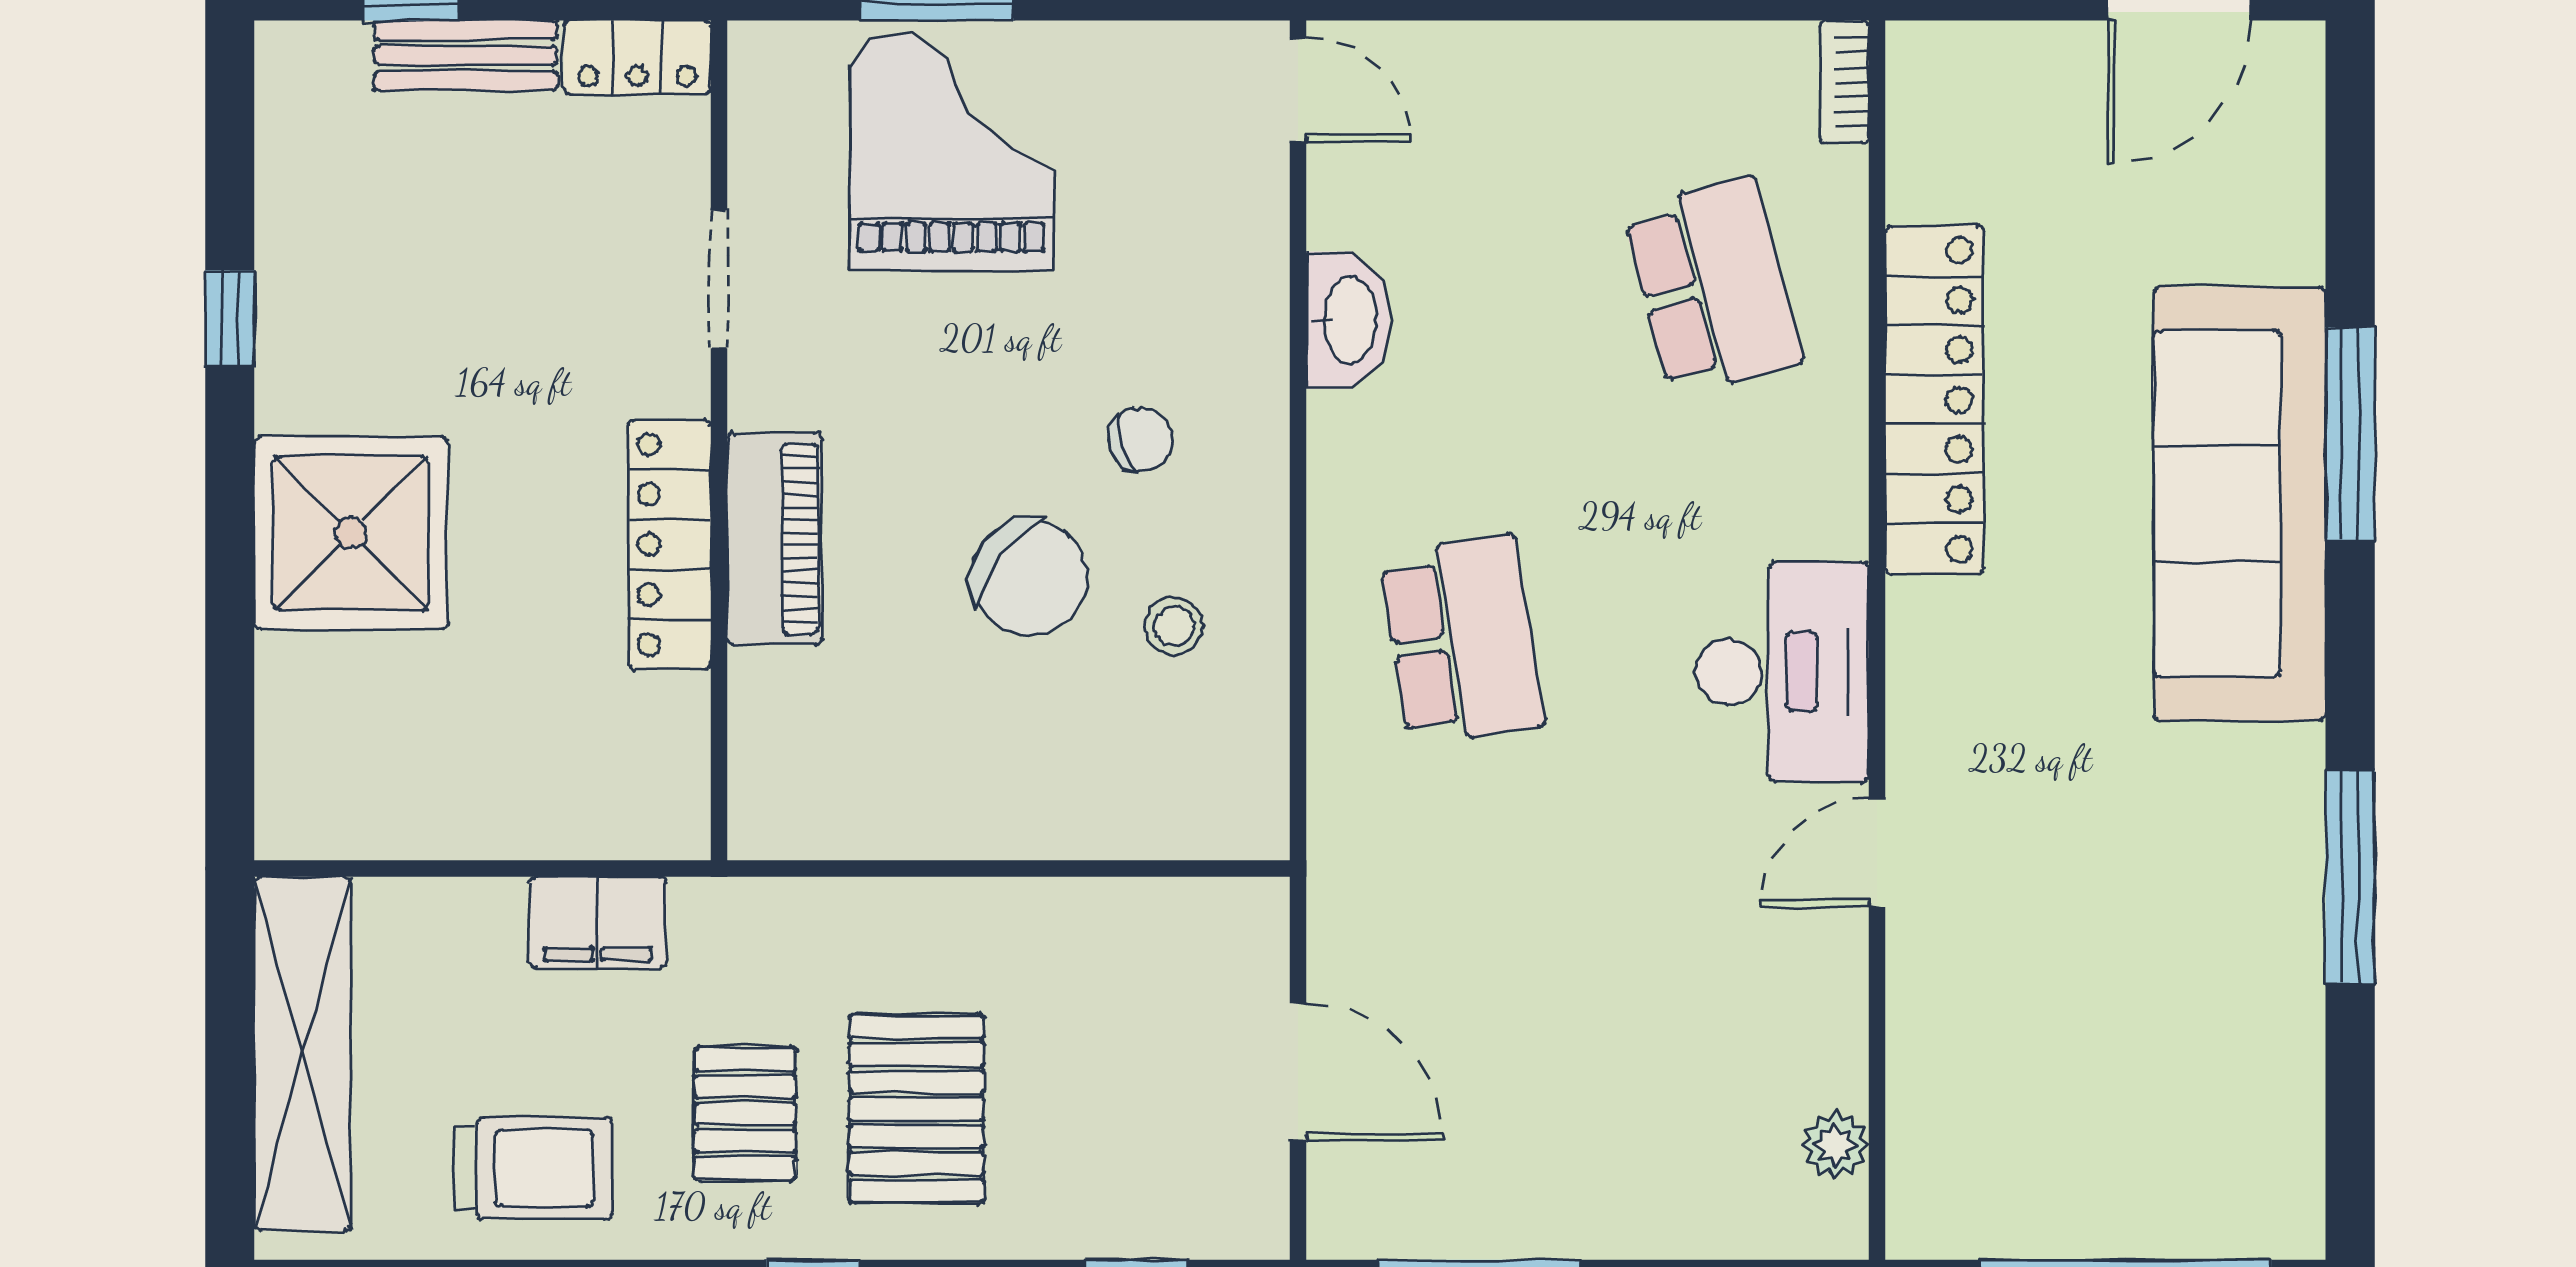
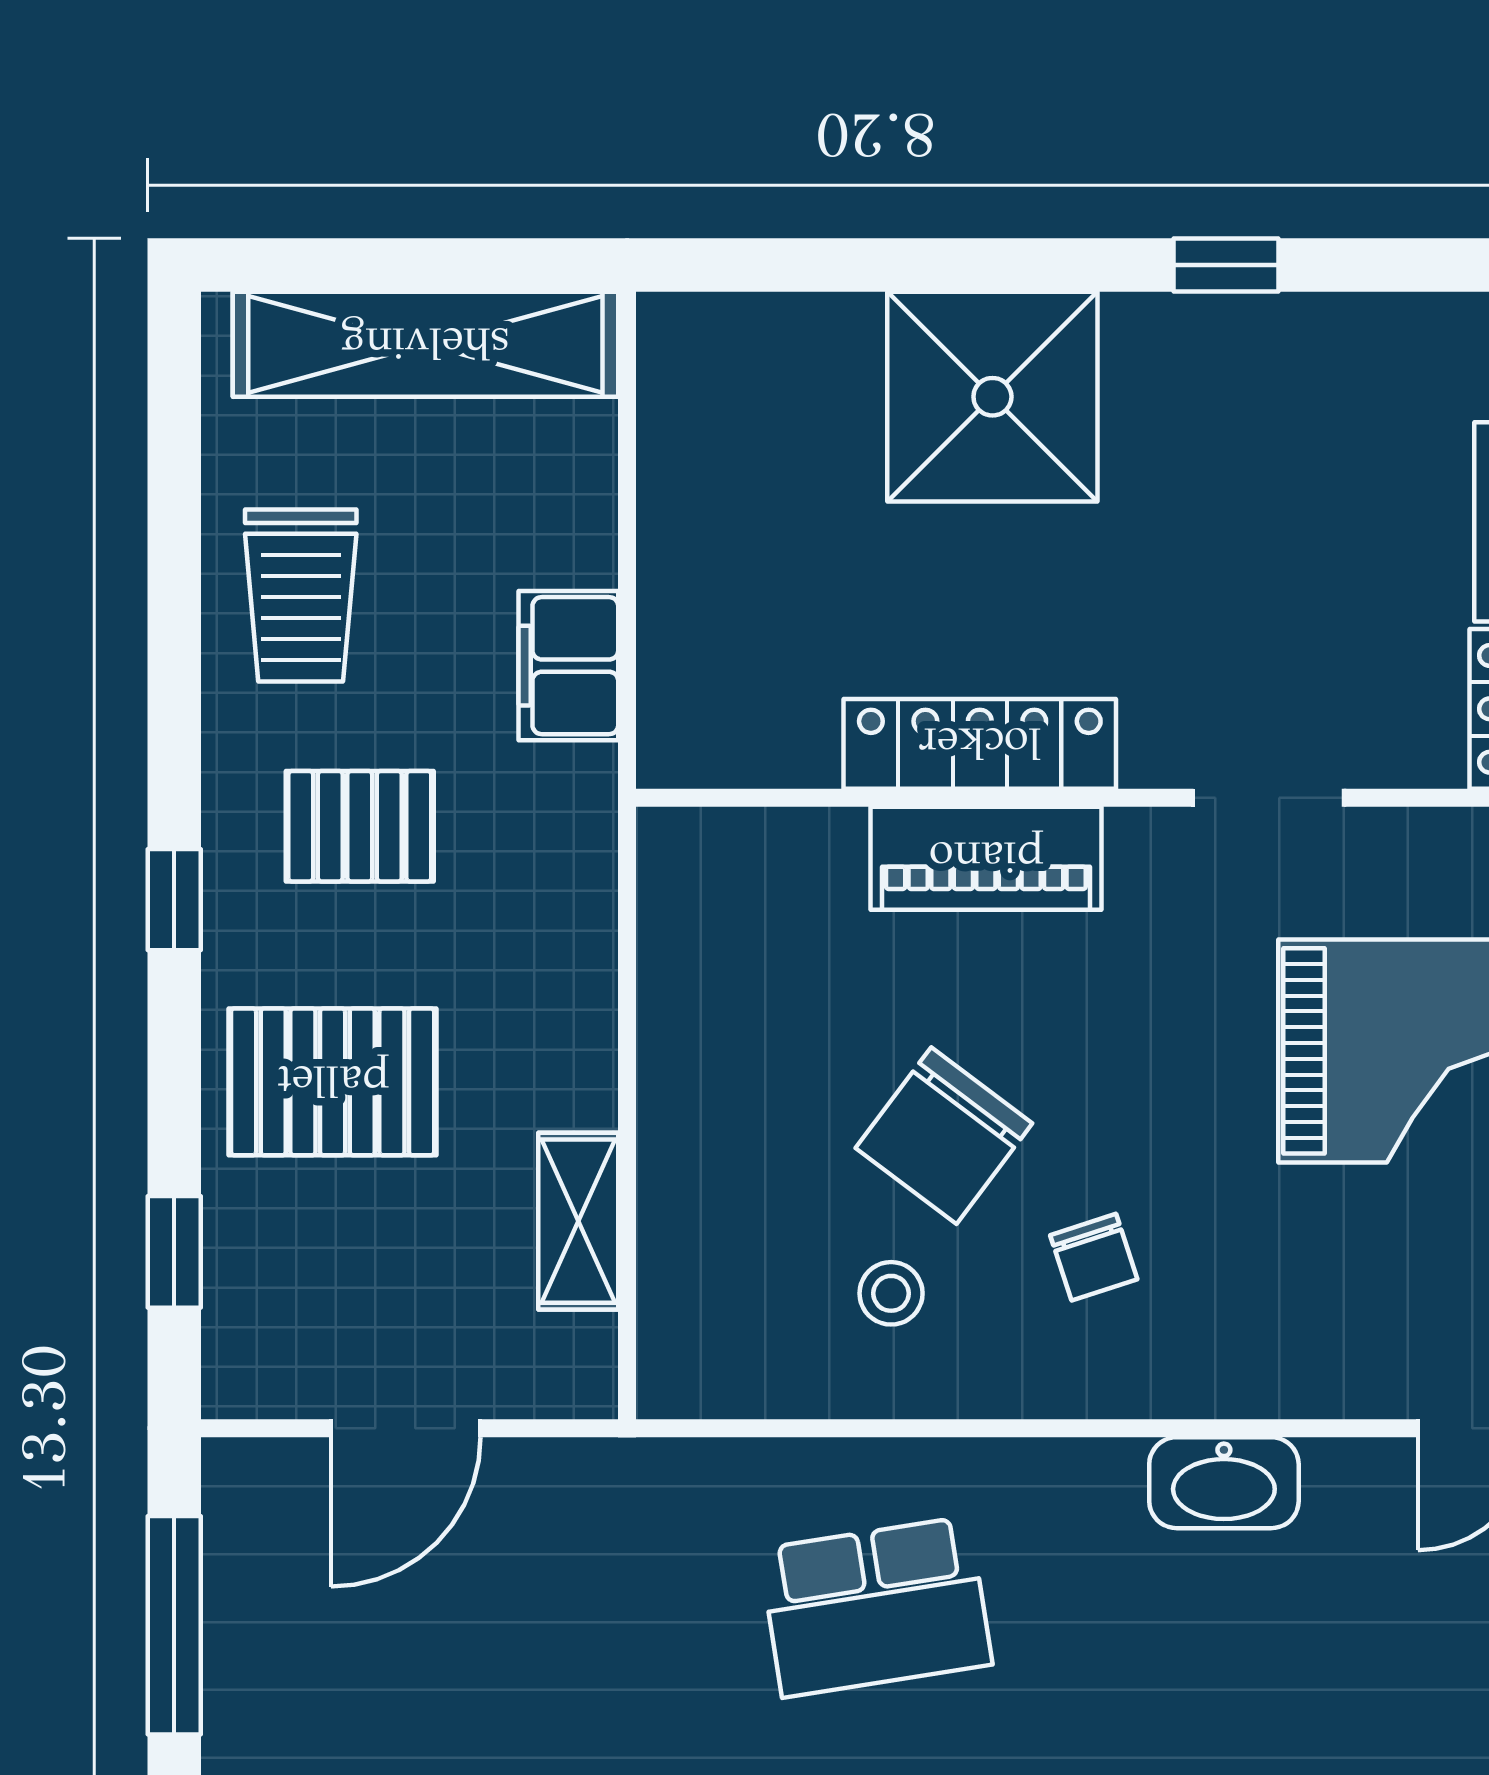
shelving: (1108, 913) -> (578, 1221), added
pallet: (916, 1109) -> (333, 1082), moved

